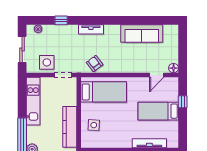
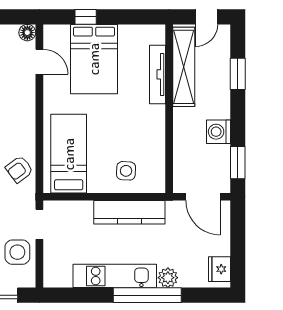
kitchen unit: (33, 101) -> (115, 276), moved
bed: (158, 111) -> (94, 59), width x1.50

